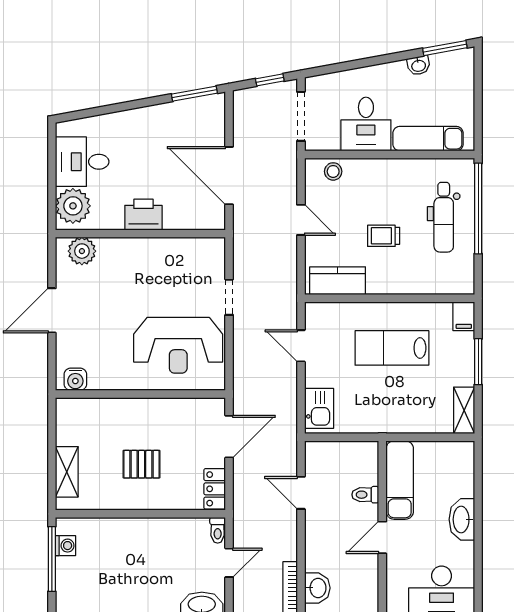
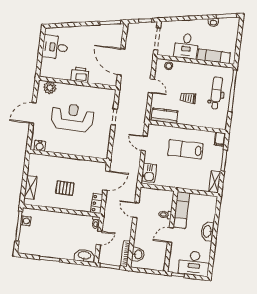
plant: (73, 206) -> (48, 67), removed
dental chair: (444, 217) -> (216, 93), turned 180
reception desk: (178, 345) -> (72, 117), moved, turned 180

